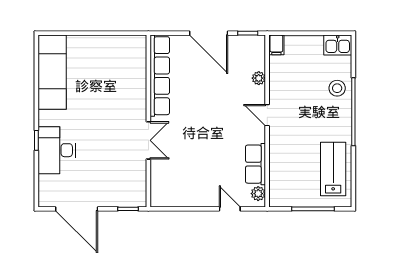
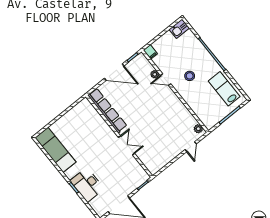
stool: (337, 88) -> (190, 76), moved
door: (267, 115) -> (166, 80), moved
row of seats: (255, 164) -> (186, 116), removed
door: (230, 209) -> (191, 147), swing flipped

